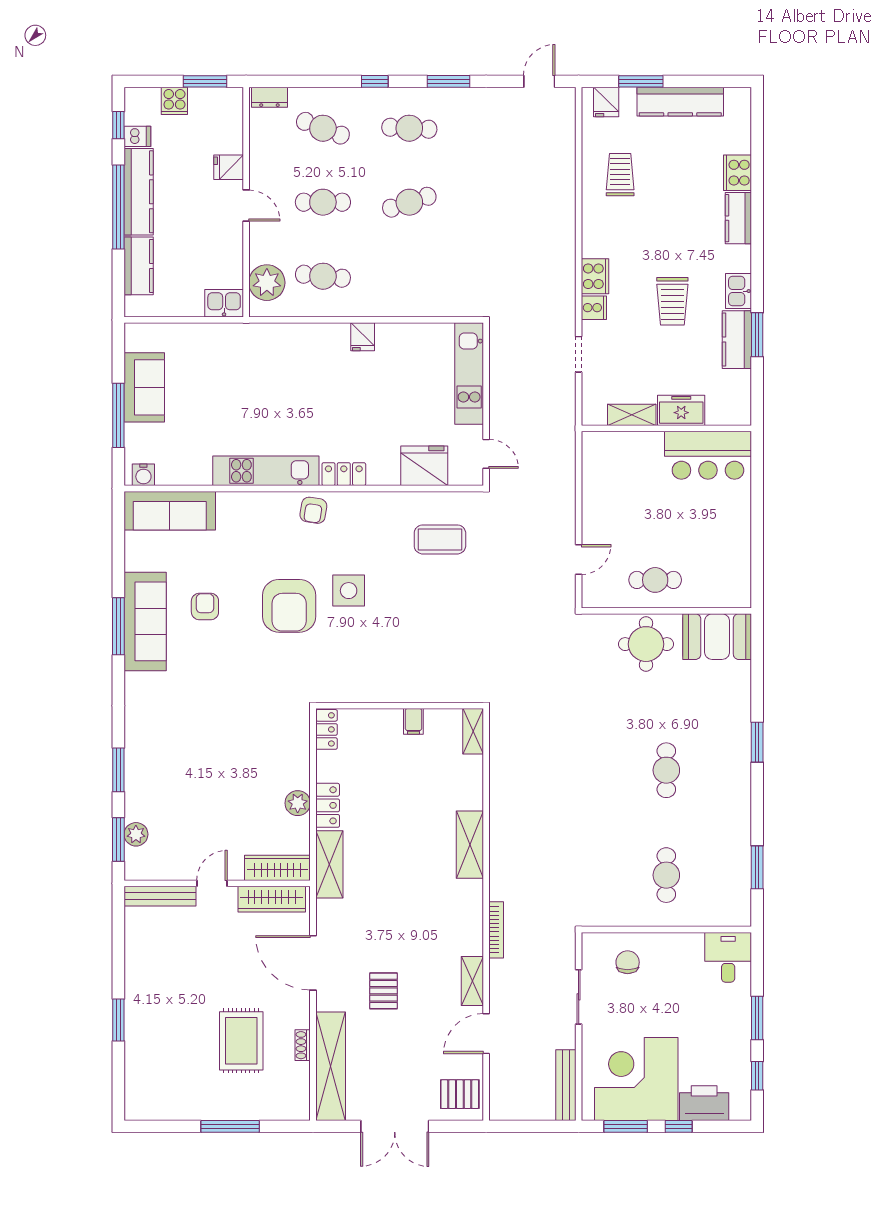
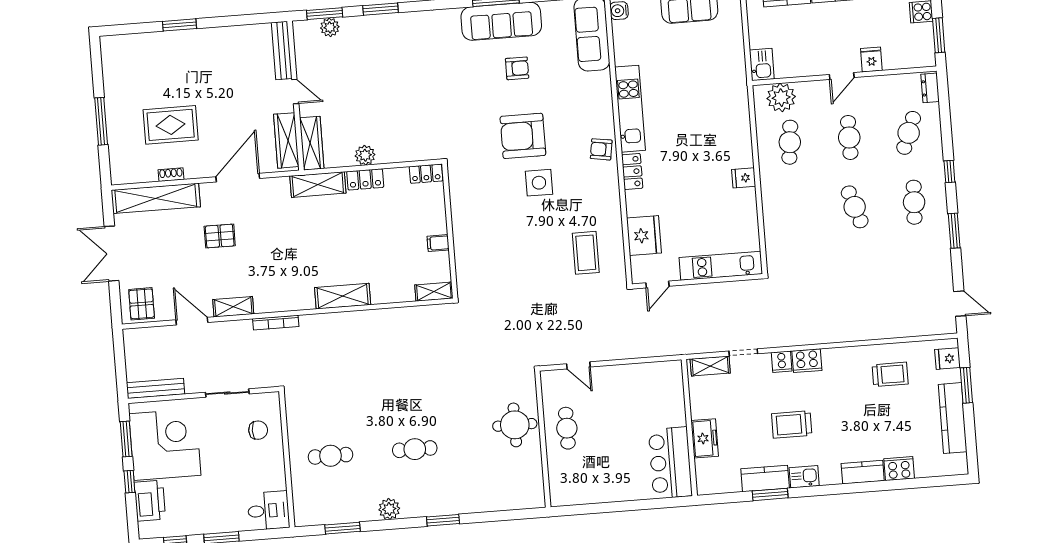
shelving: (632, 415) -> (710, 366), moved, turned 90
booth: (717, 637) -> (525, 481), removed
plant: (738, 808) -> (389, 509), added

